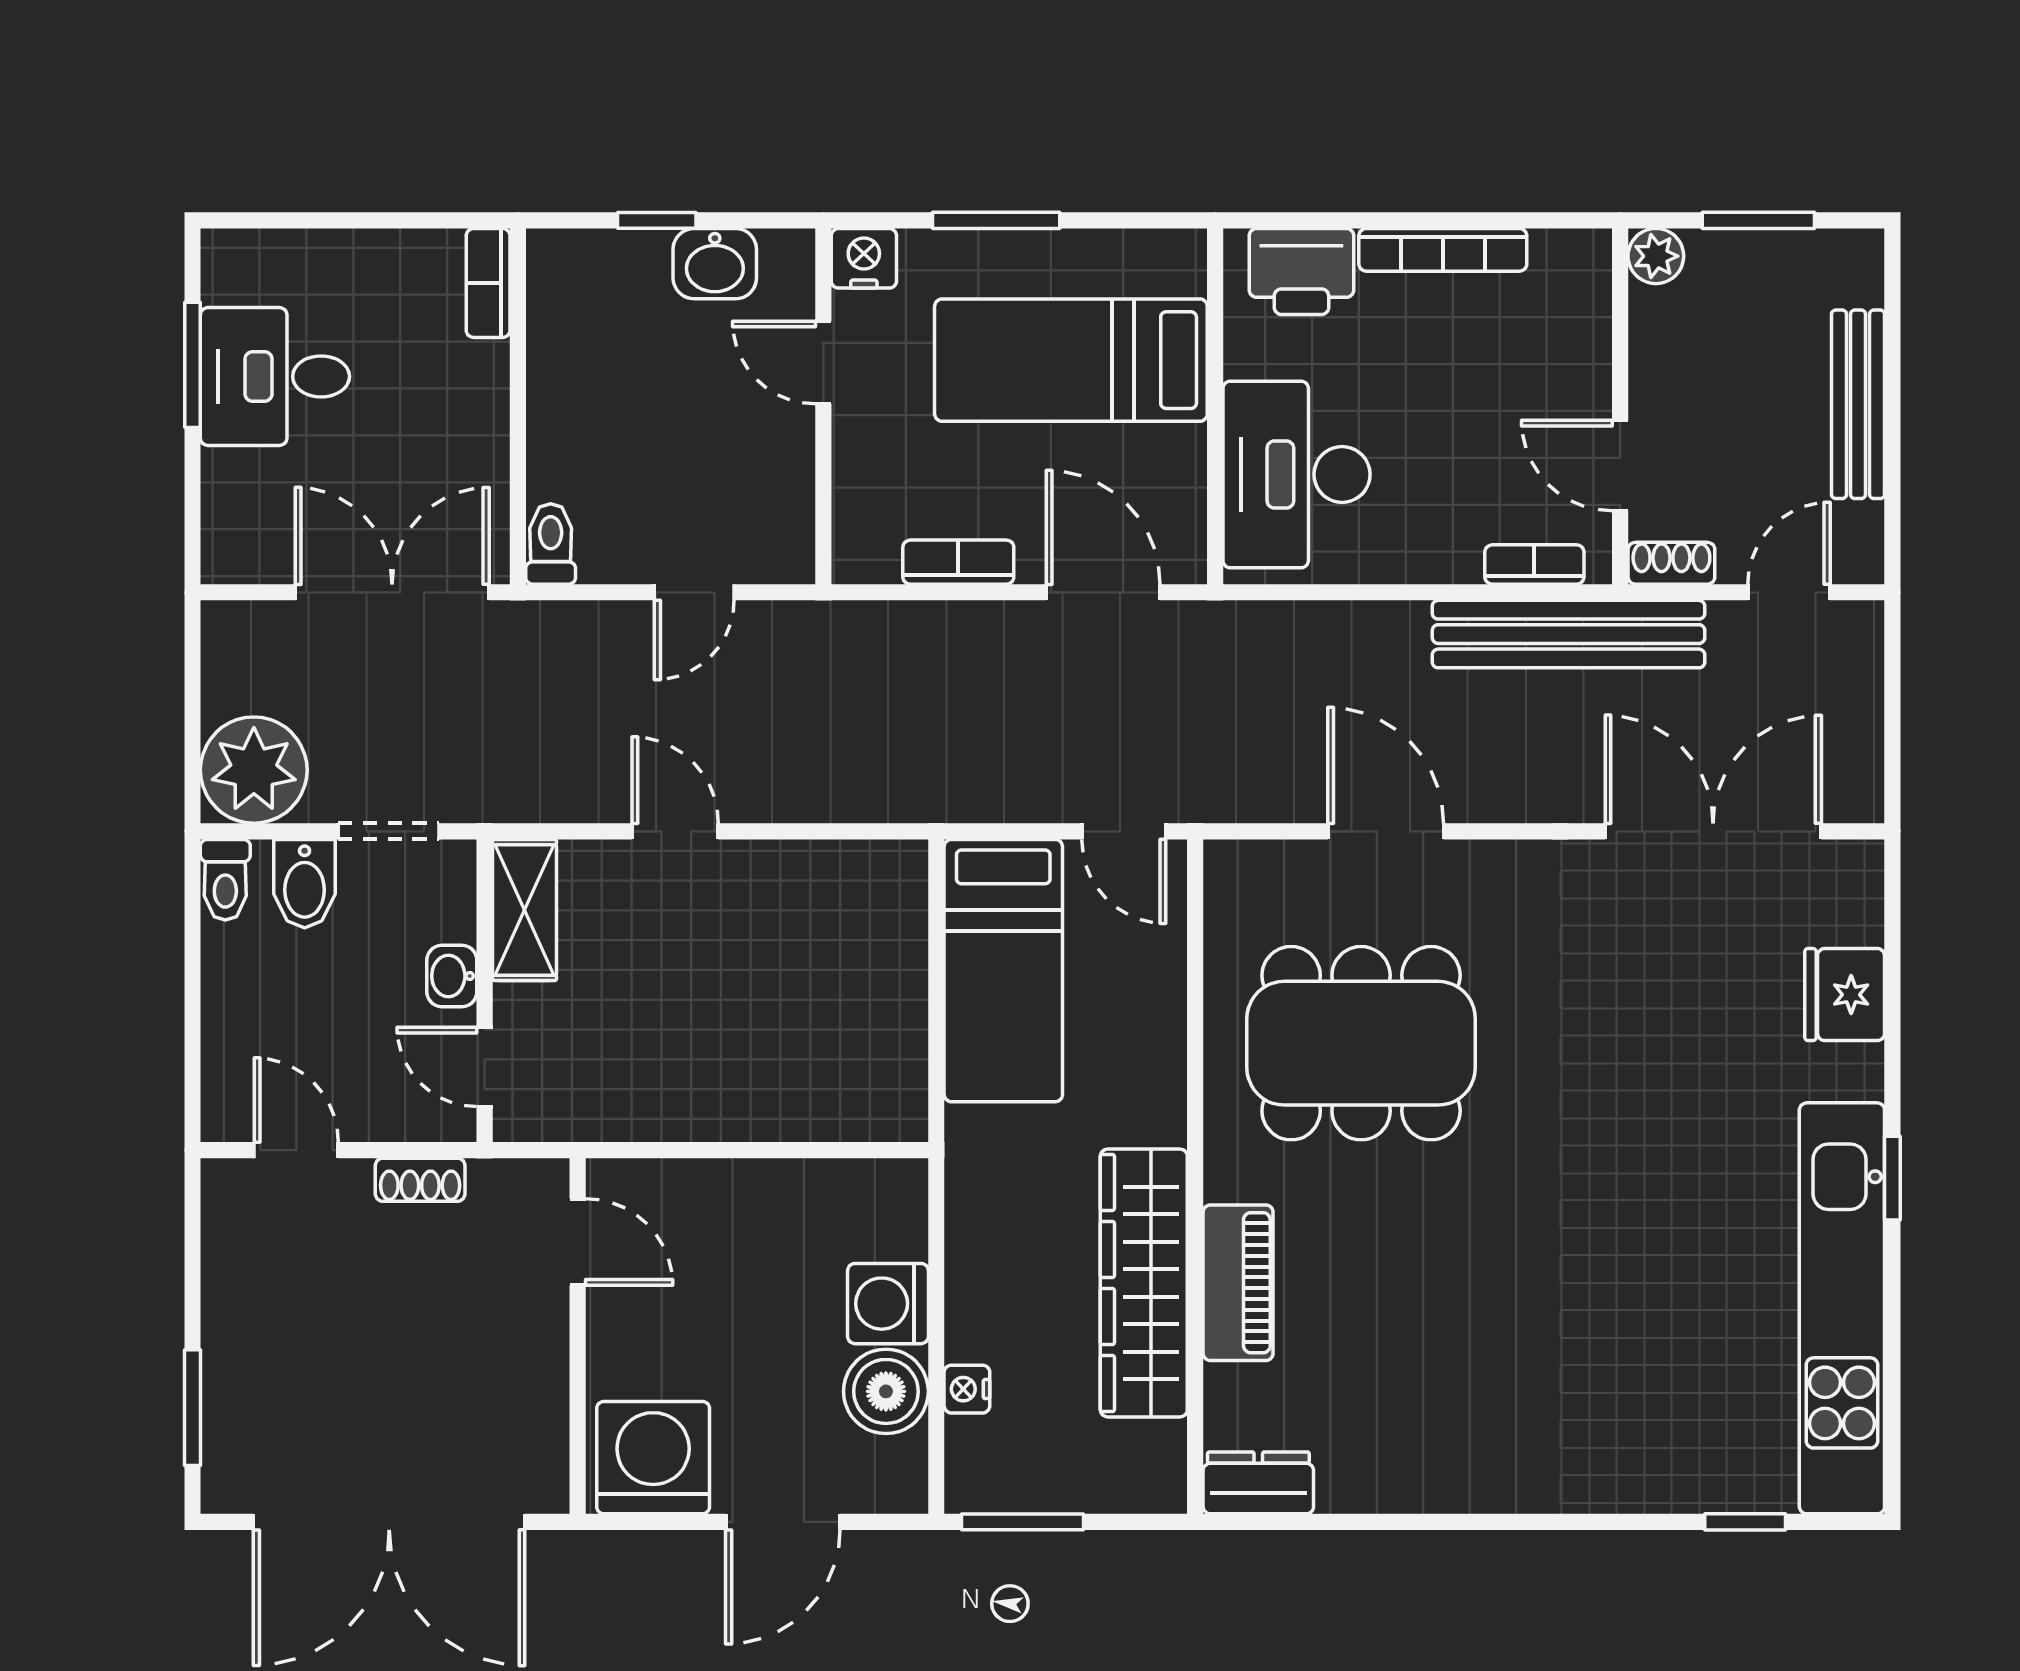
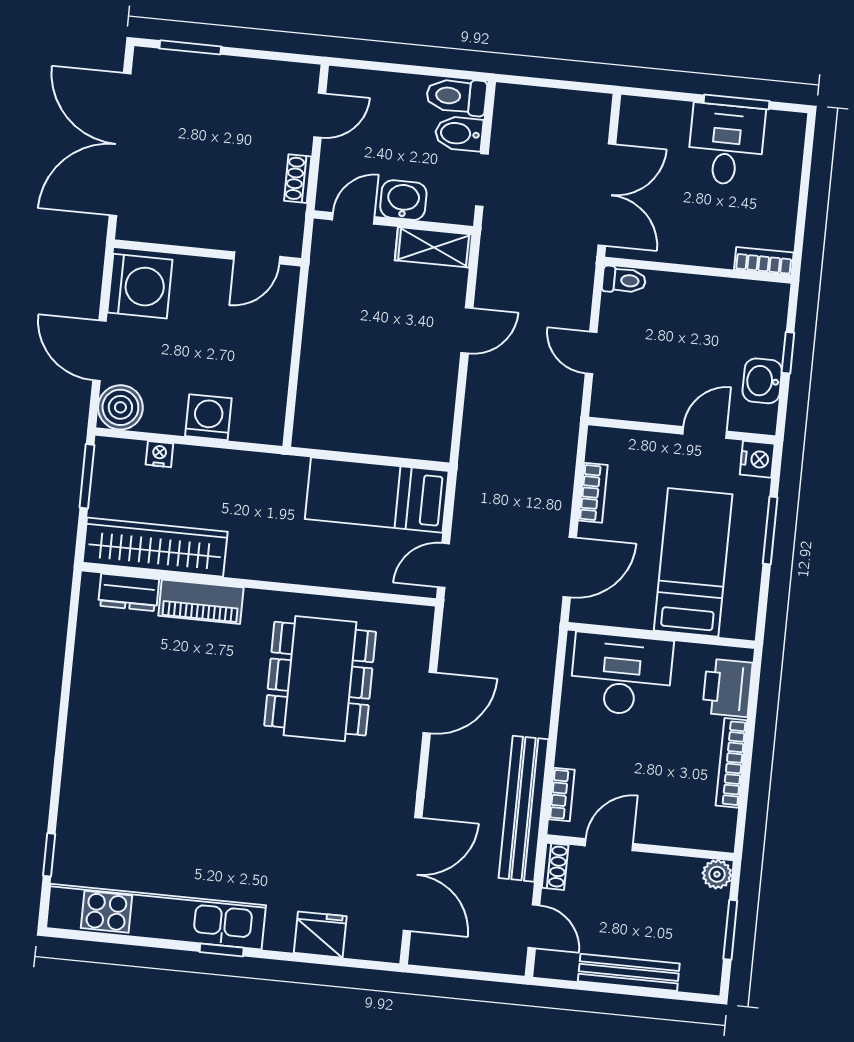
plant: (254, 770) -> (521, 113), removed
toilet: (225, 880) -> (456, 96), width x1.37, depth x1.39
washbasin: (452, 976) -> (403, 200), width x1.38, depth x1.45
wardrobe: (1144, 1283) -> (155, 547), moved
boiler: (886, 1391) -> (120, 407), moved
dresser: (1258, 1483) -> (129, 592), moved, turned 90

